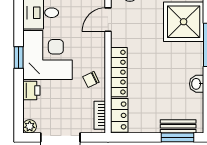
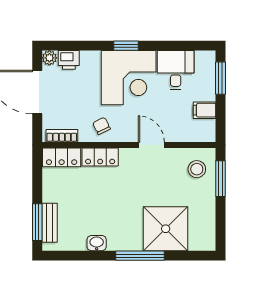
door: (108, 20) -> (151, 145), moved
locker: (119, 72) -> (100, 157), width x0.66
printer: (31, 90) -> (69, 60), moved

